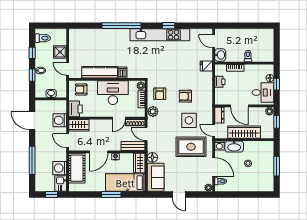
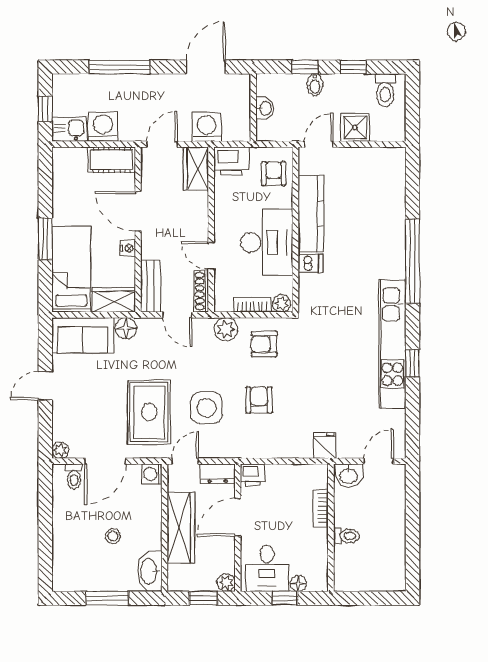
printer: (220, 82) -> (253, 475), moved
door: (146, 134) -> (177, 315), swing flipped
washbasin: (234, 147) -> (150, 571), moved
cot: (77, 168) -> (112, 160), width x0.73, depth x0.75

